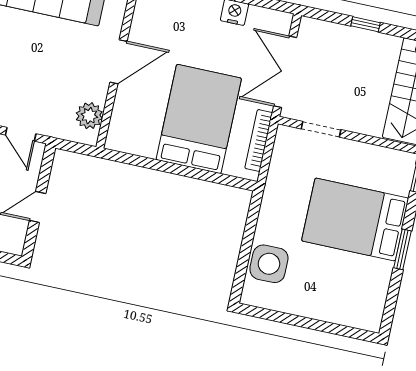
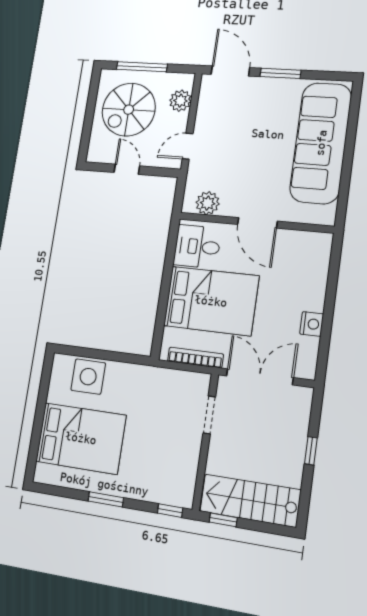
desk: (137, 130) -> (197, 247), added
bed: (355, 219) -> (81, 438), moved, turned 90

